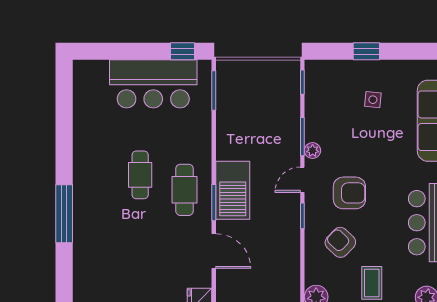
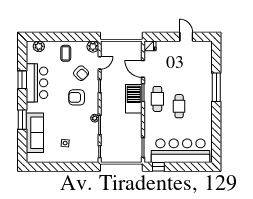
window: (366, 51) -> (68, 167), removed
bar counter: (153, 84) -> (180, 151), width x1.36
door: (302, 180) -> (100, 63), moved

